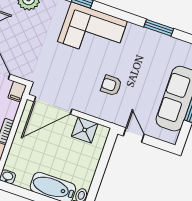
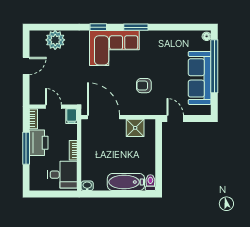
window: (159, 28) -> (136, 27), moved
door: (53, 105) -> (104, 117), swing flipped

